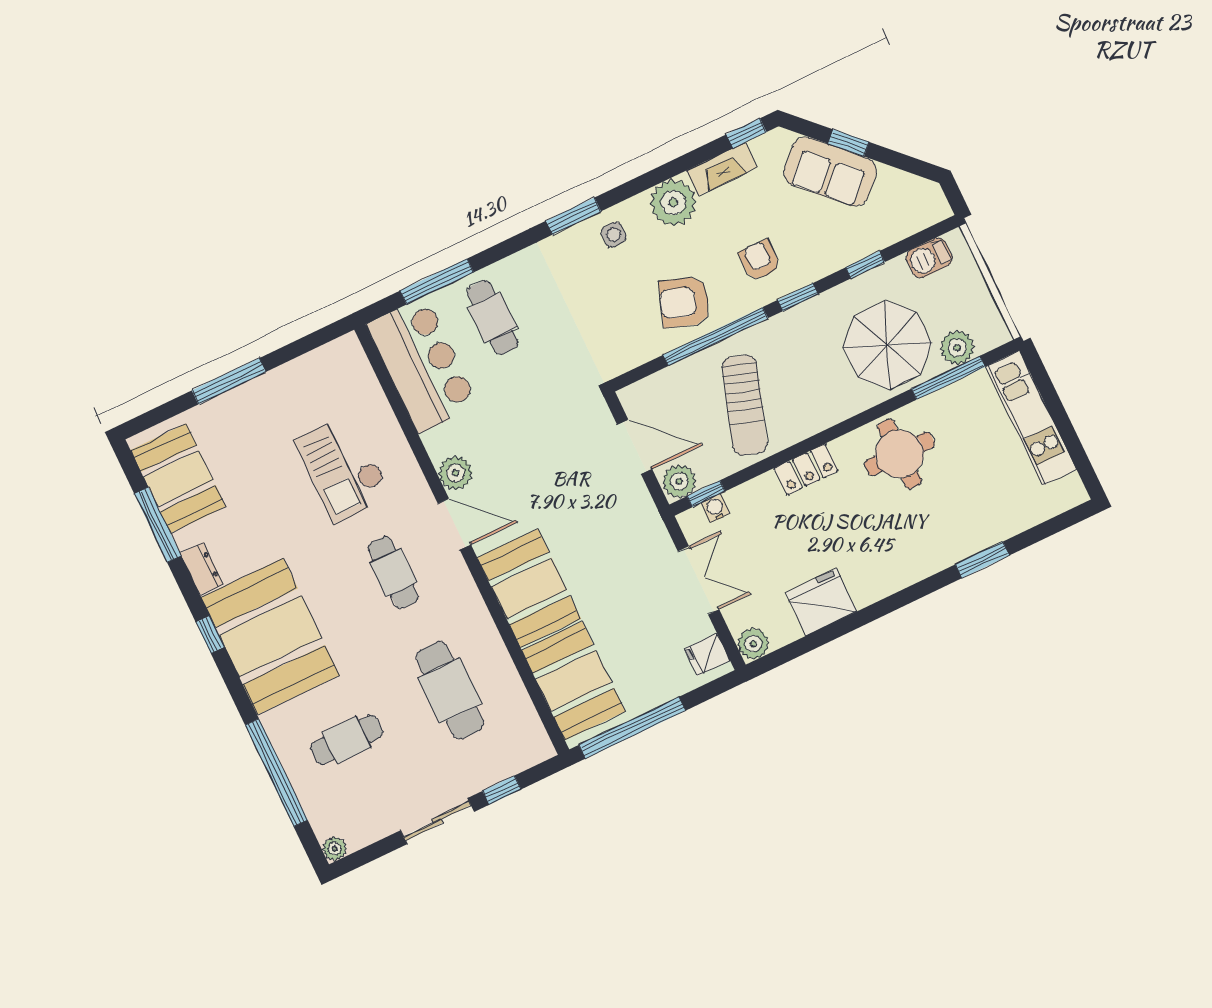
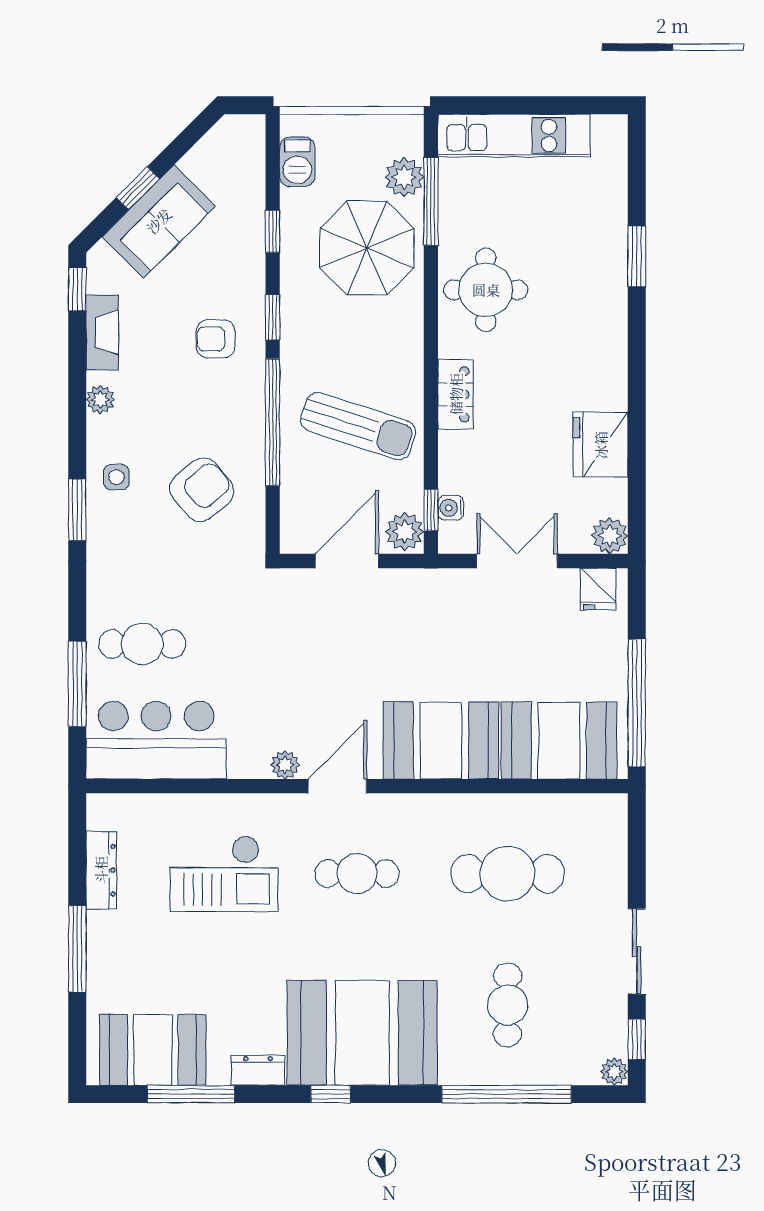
plant: (673, 203) -> (100, 400), width x0.53, depth x0.53
armchair: (685, 302) -> (202, 490), moved, turned -149
dresser: (300, 370) -> (101, 870), added
plant: (456, 473) -> (285, 765), width x0.73, depth x0.73
window: (502, 790) -> (637, 1039), moved

